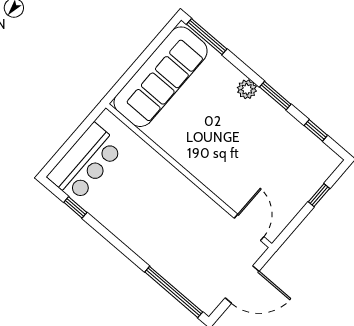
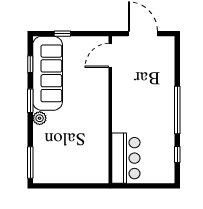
sofa: (161, 77) -> (48, 73), moved, turned 90
bar counter: (85, 162) -> (126, 158), moved, turned 90
window: (174, 292) -> (177, 110), moved

